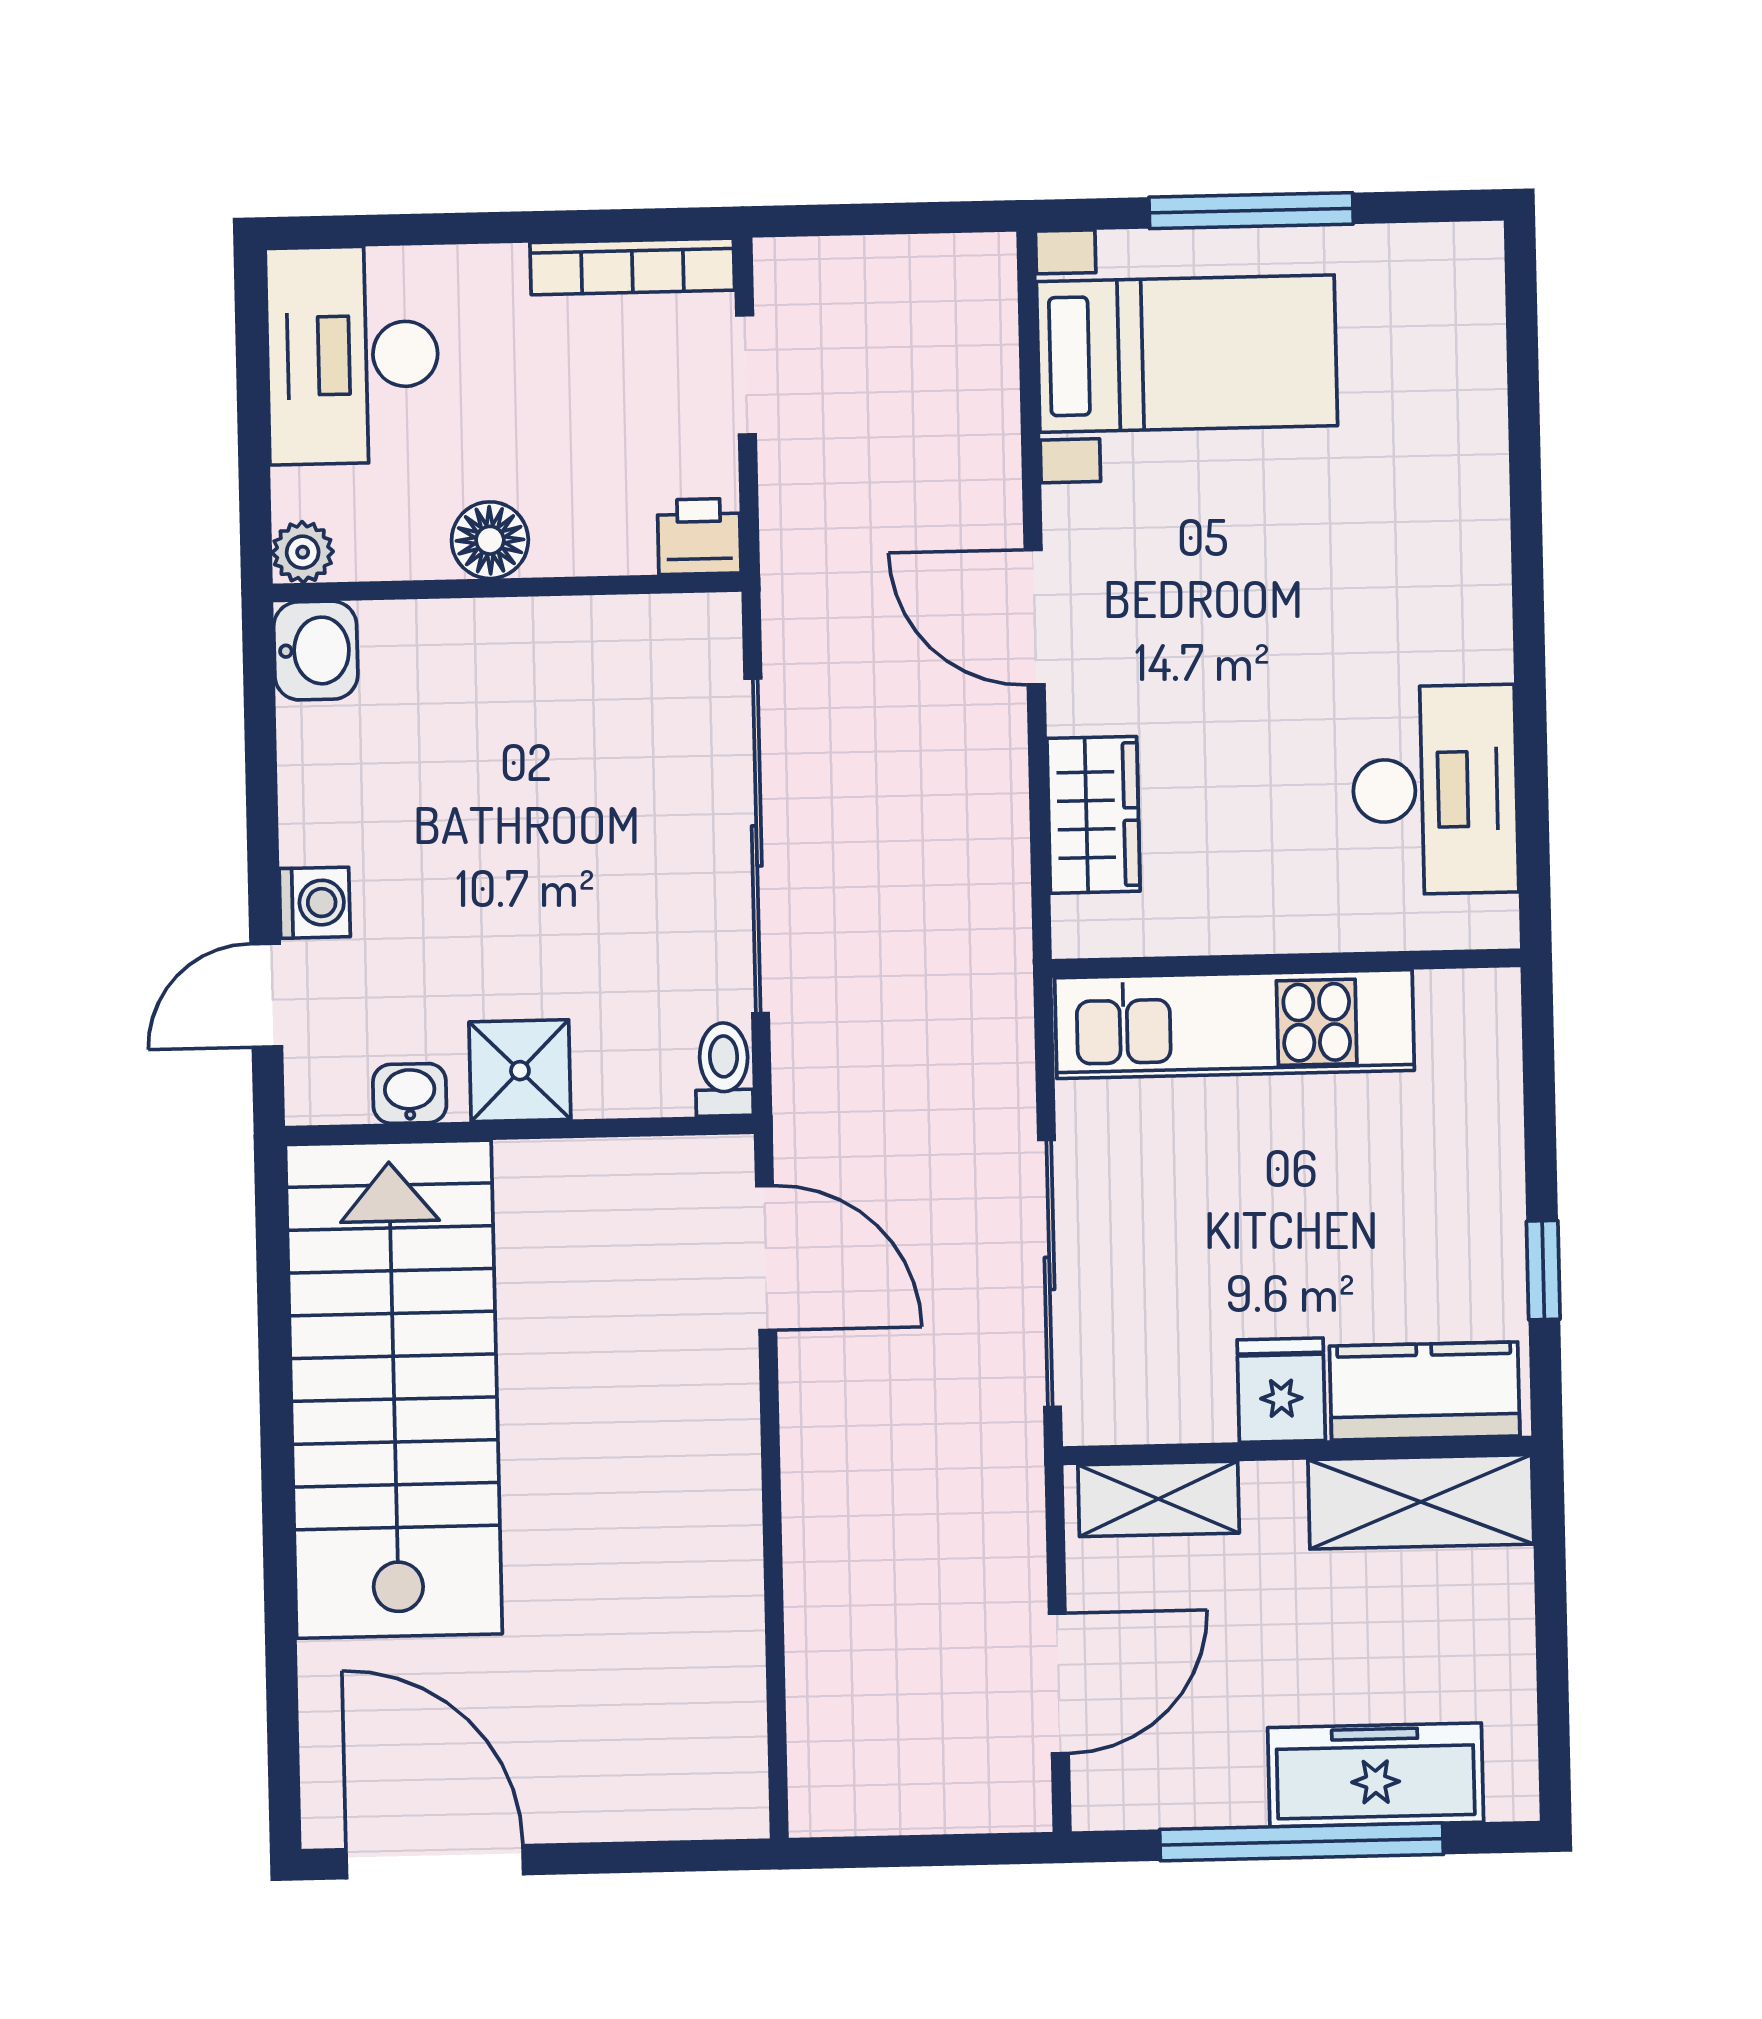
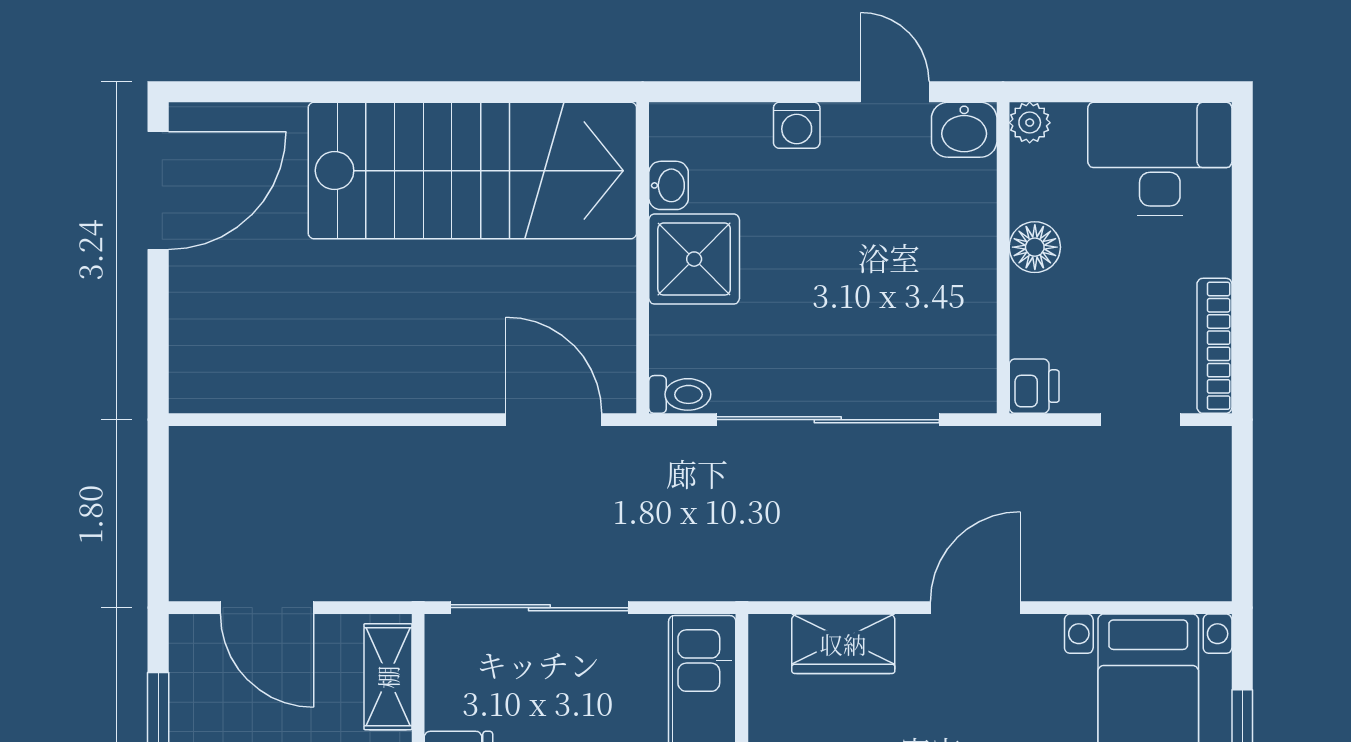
door: (266, 995) -> (895, 92), moved
shower: (520, 1071) -> (694, 259), width x1.36, depth x1.36
door: (766, 1258) -> (554, 420), swing flipped

